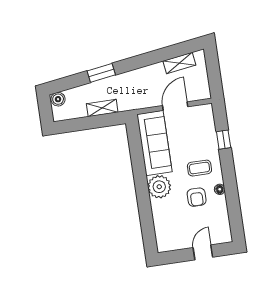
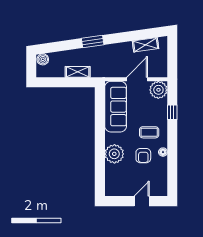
window: (101, 73) -> (93, 42), moved
plant: (203, 115) -> (158, 90), added
plant: (159, 187) -> (114, 154), moved

